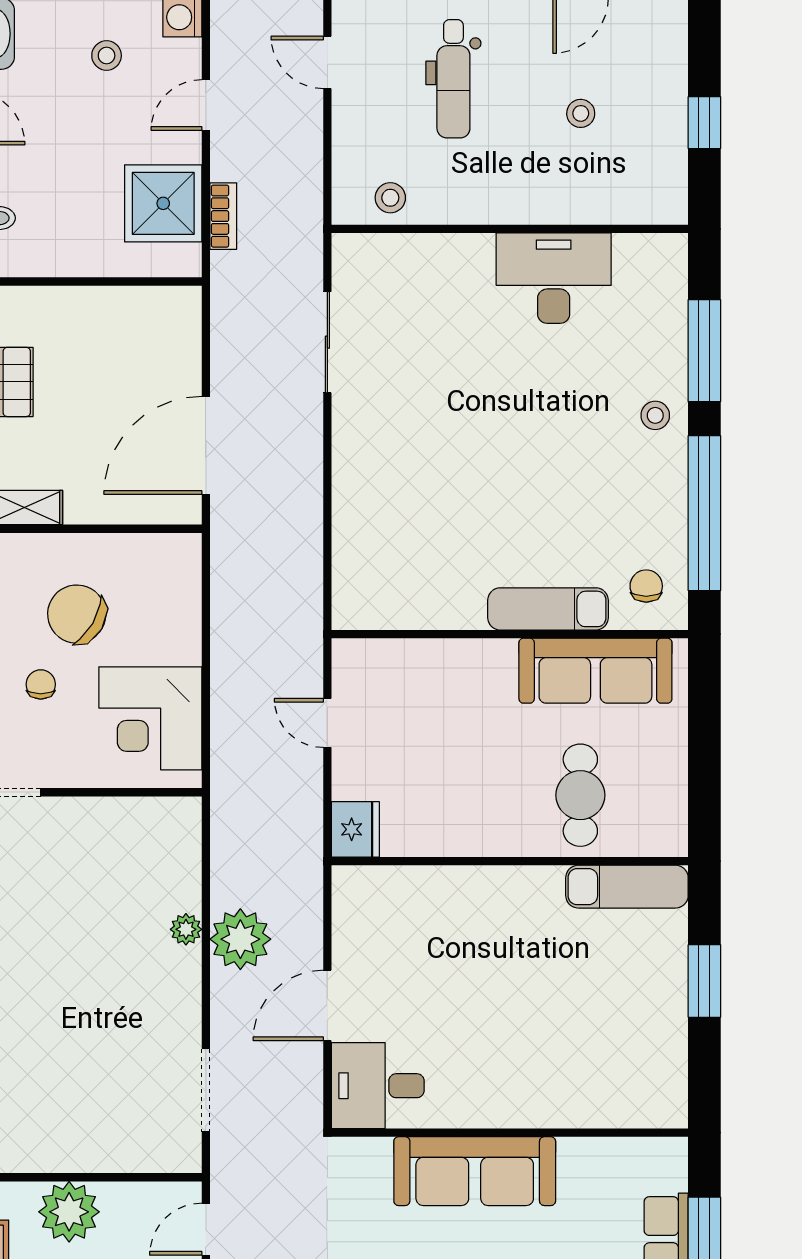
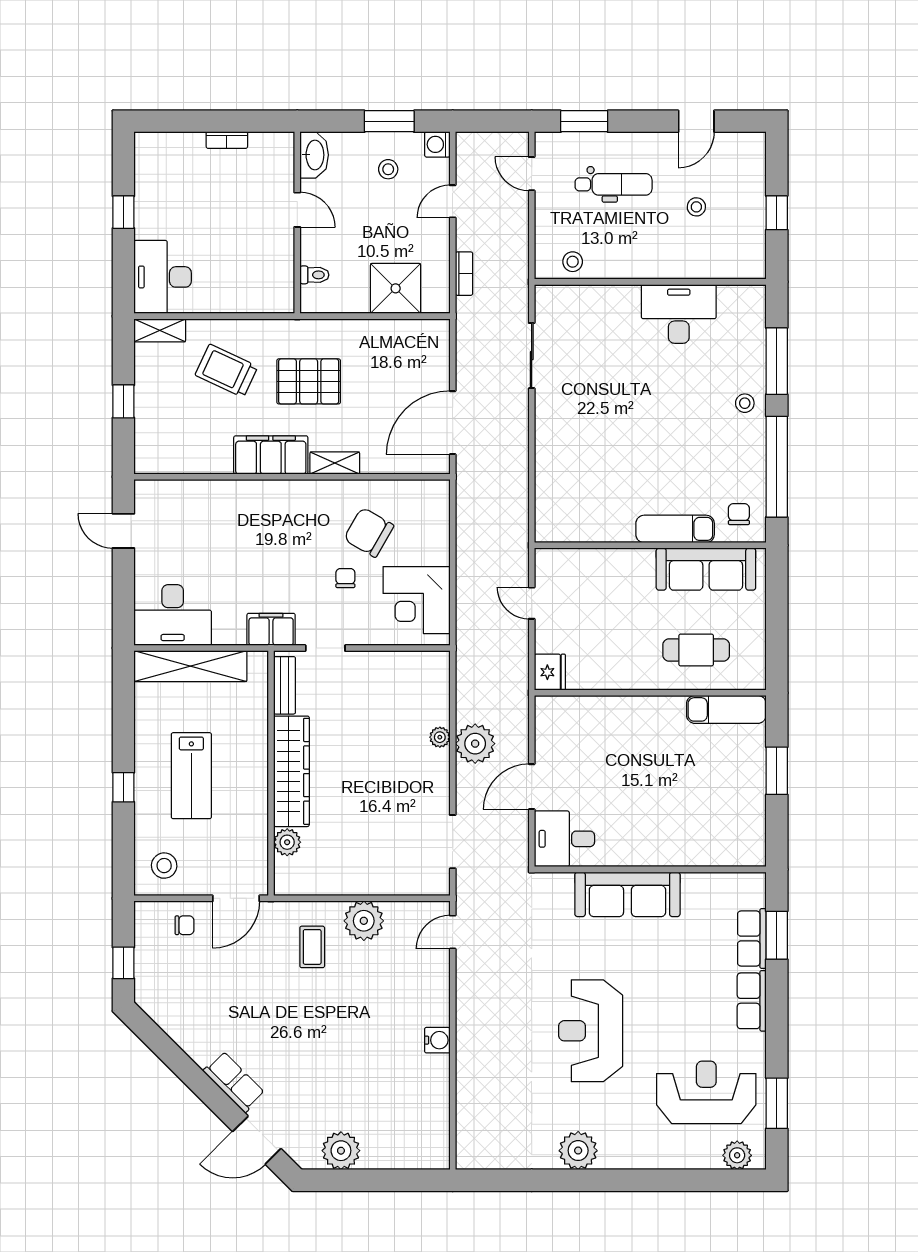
dental chair: (453, 79) -> (614, 184), turned -90
shower: (163, 203) -> (396, 288), moved
cafe table: (580, 795) -> (696, 650), turned 90

